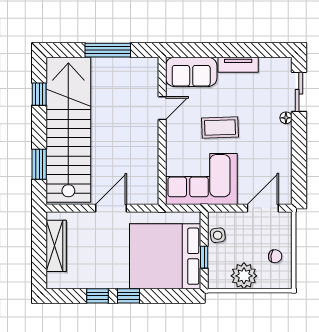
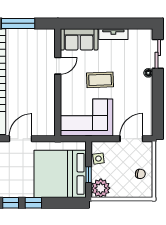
plant: (244, 276) -> (101, 188), moved

